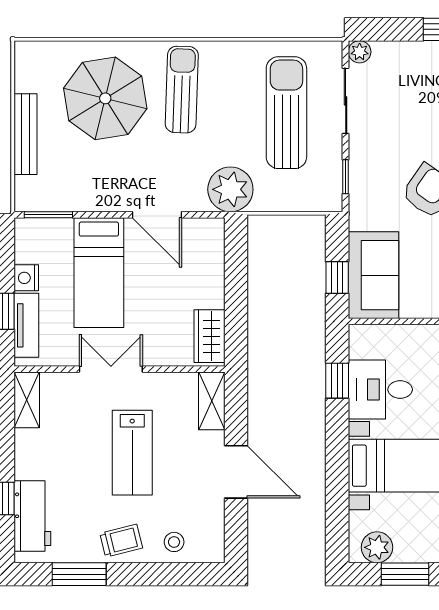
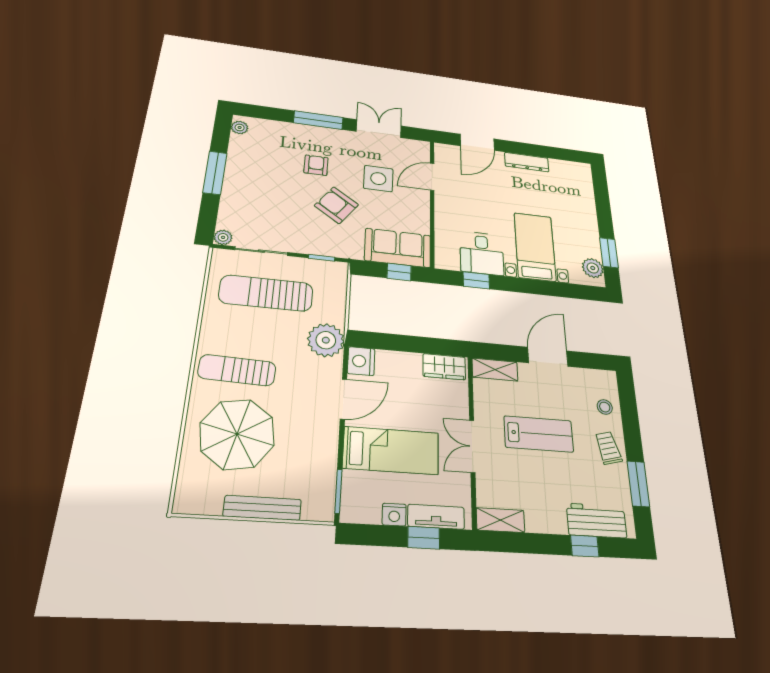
nightstand: (207, 233) -> (361, 361), added

